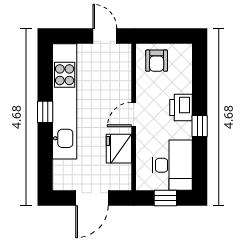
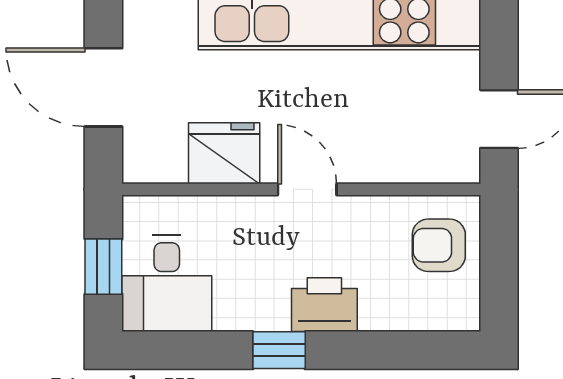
desk: (172, 165) -> (167, 283), width x0.73

